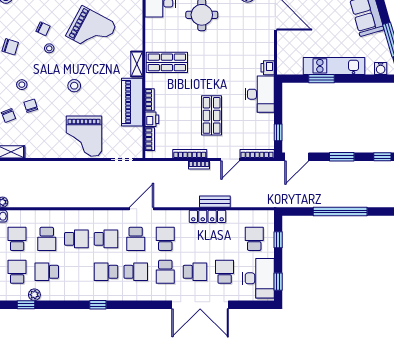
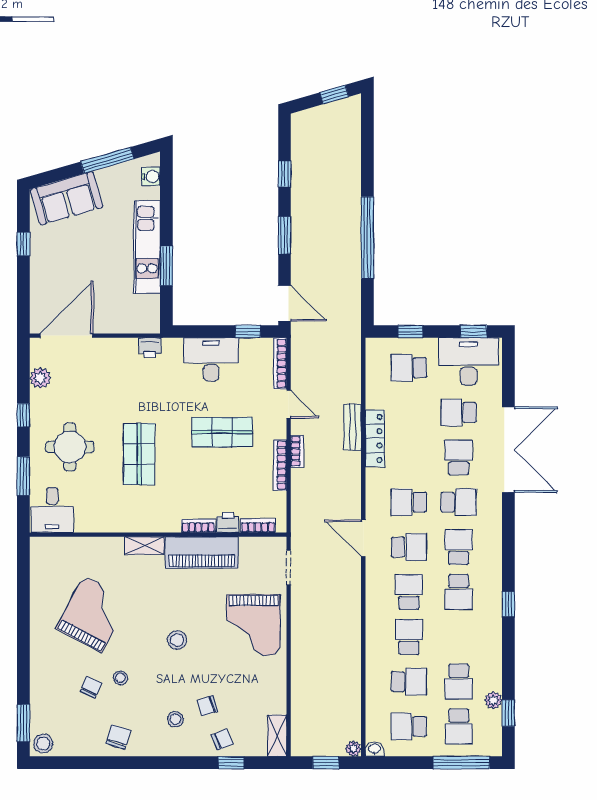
shop shelf: (167, 62) -> (139, 454), moved
desk: (260, 94) -> (211, 359), moved
grand piano: (84, 136) -> (253, 625), turned 90
school desk: (17, 272) -> (459, 726), turned -90

